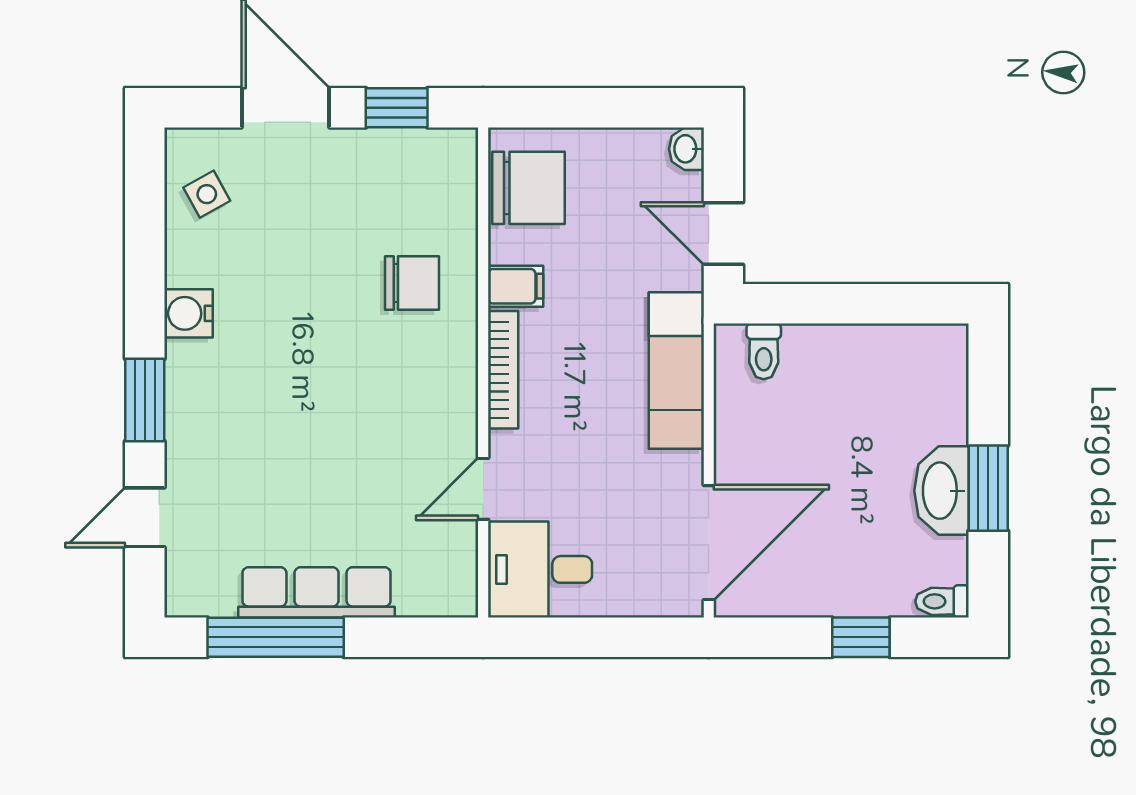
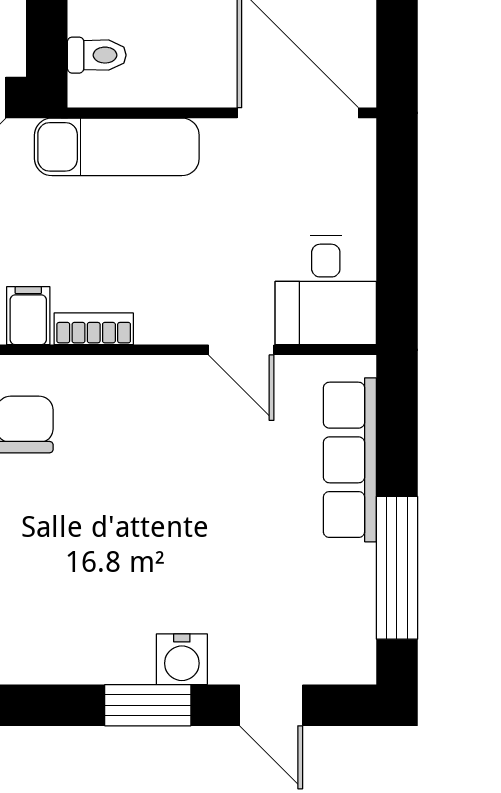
water cooler: (189, 313) -> (182, 659), moved
bookcase: (503, 370) -> (94, 329), width x0.64
row of seats: (316, 592) -> (350, 460), moved

